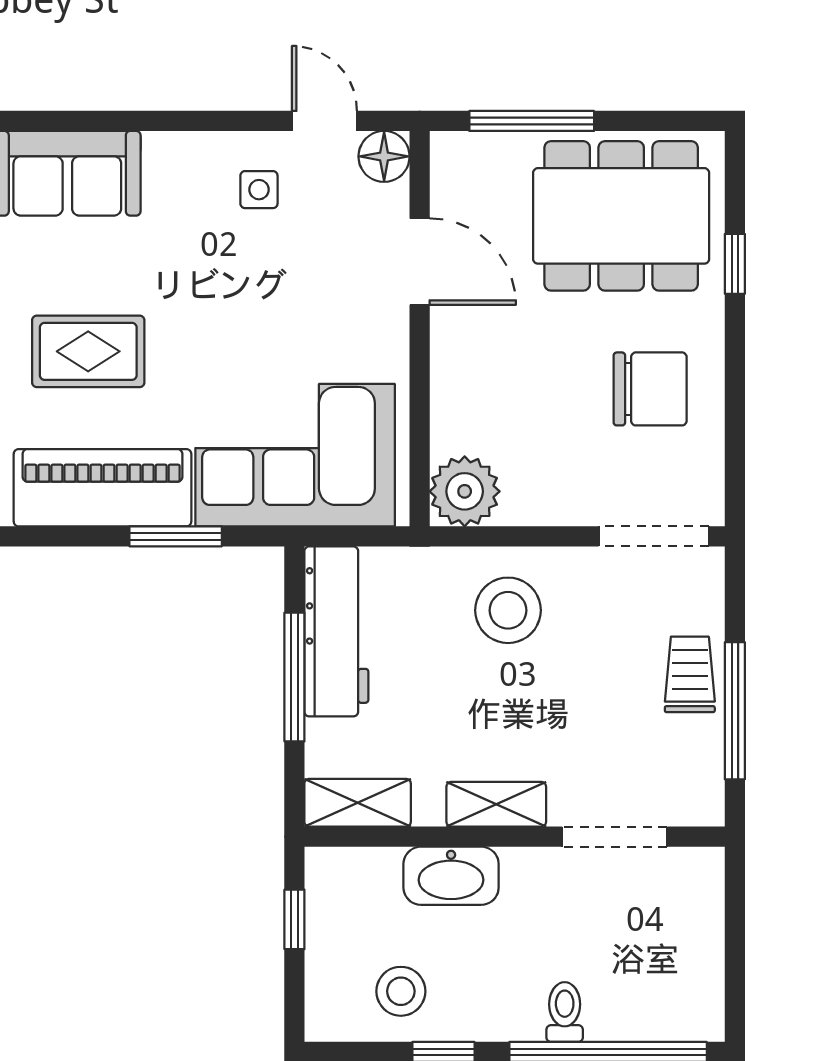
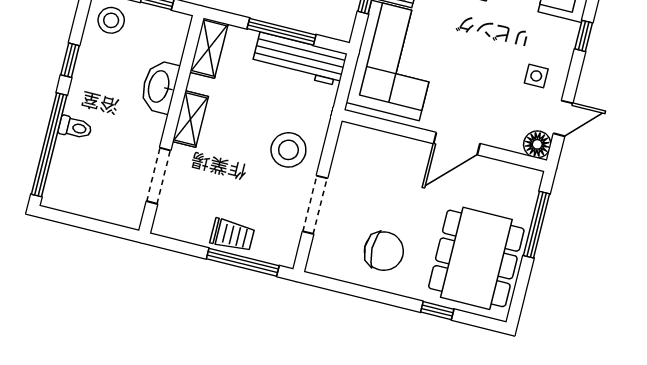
window: (164, 121) -> (584, 36), added
door: (420, 262) -> (457, 144), moved
chair: (650, 389) -> (384, 251), turned -90
plant: (465, 491) -> (355, 143), removed
doorway: (654, 536) -> (315, 205), moved
window: (735, 711) -> (243, 262), moved
stool: (401, 991) -> (111, 20), moved

